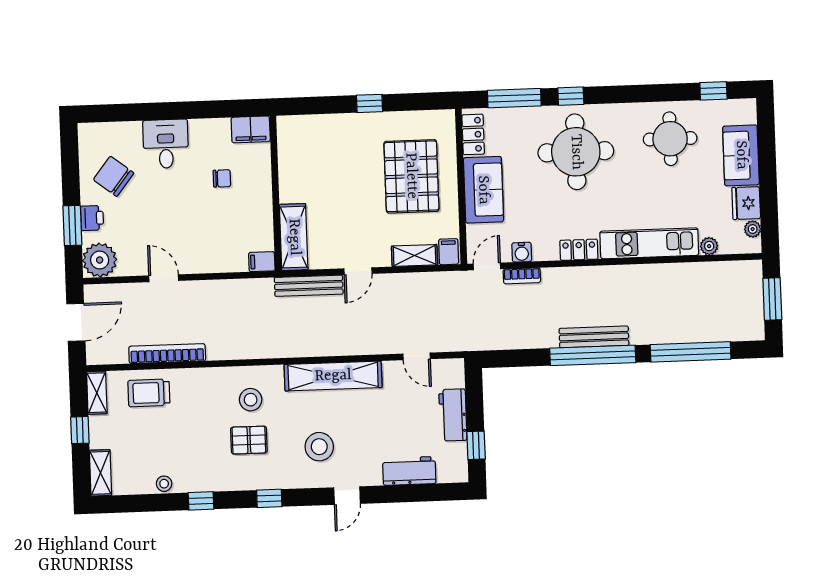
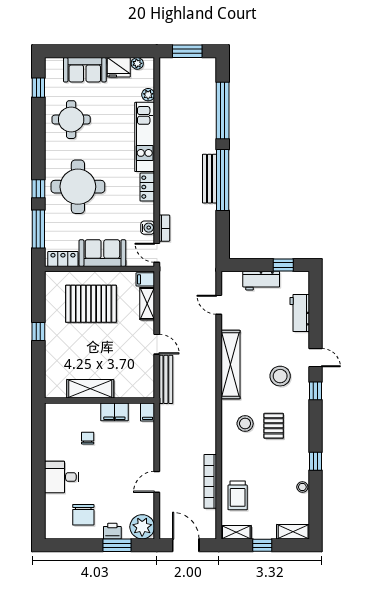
filing cabinet: (251, 129) -> (114, 412), moved, turned 90
chair: (114, 176) -> (83, 515), turned -38
shelving: (294, 237) -> (90, 389), moved
door: (417, 356) -> (219, 305), swing flipped
window: (269, 498) -> (316, 391), moved

